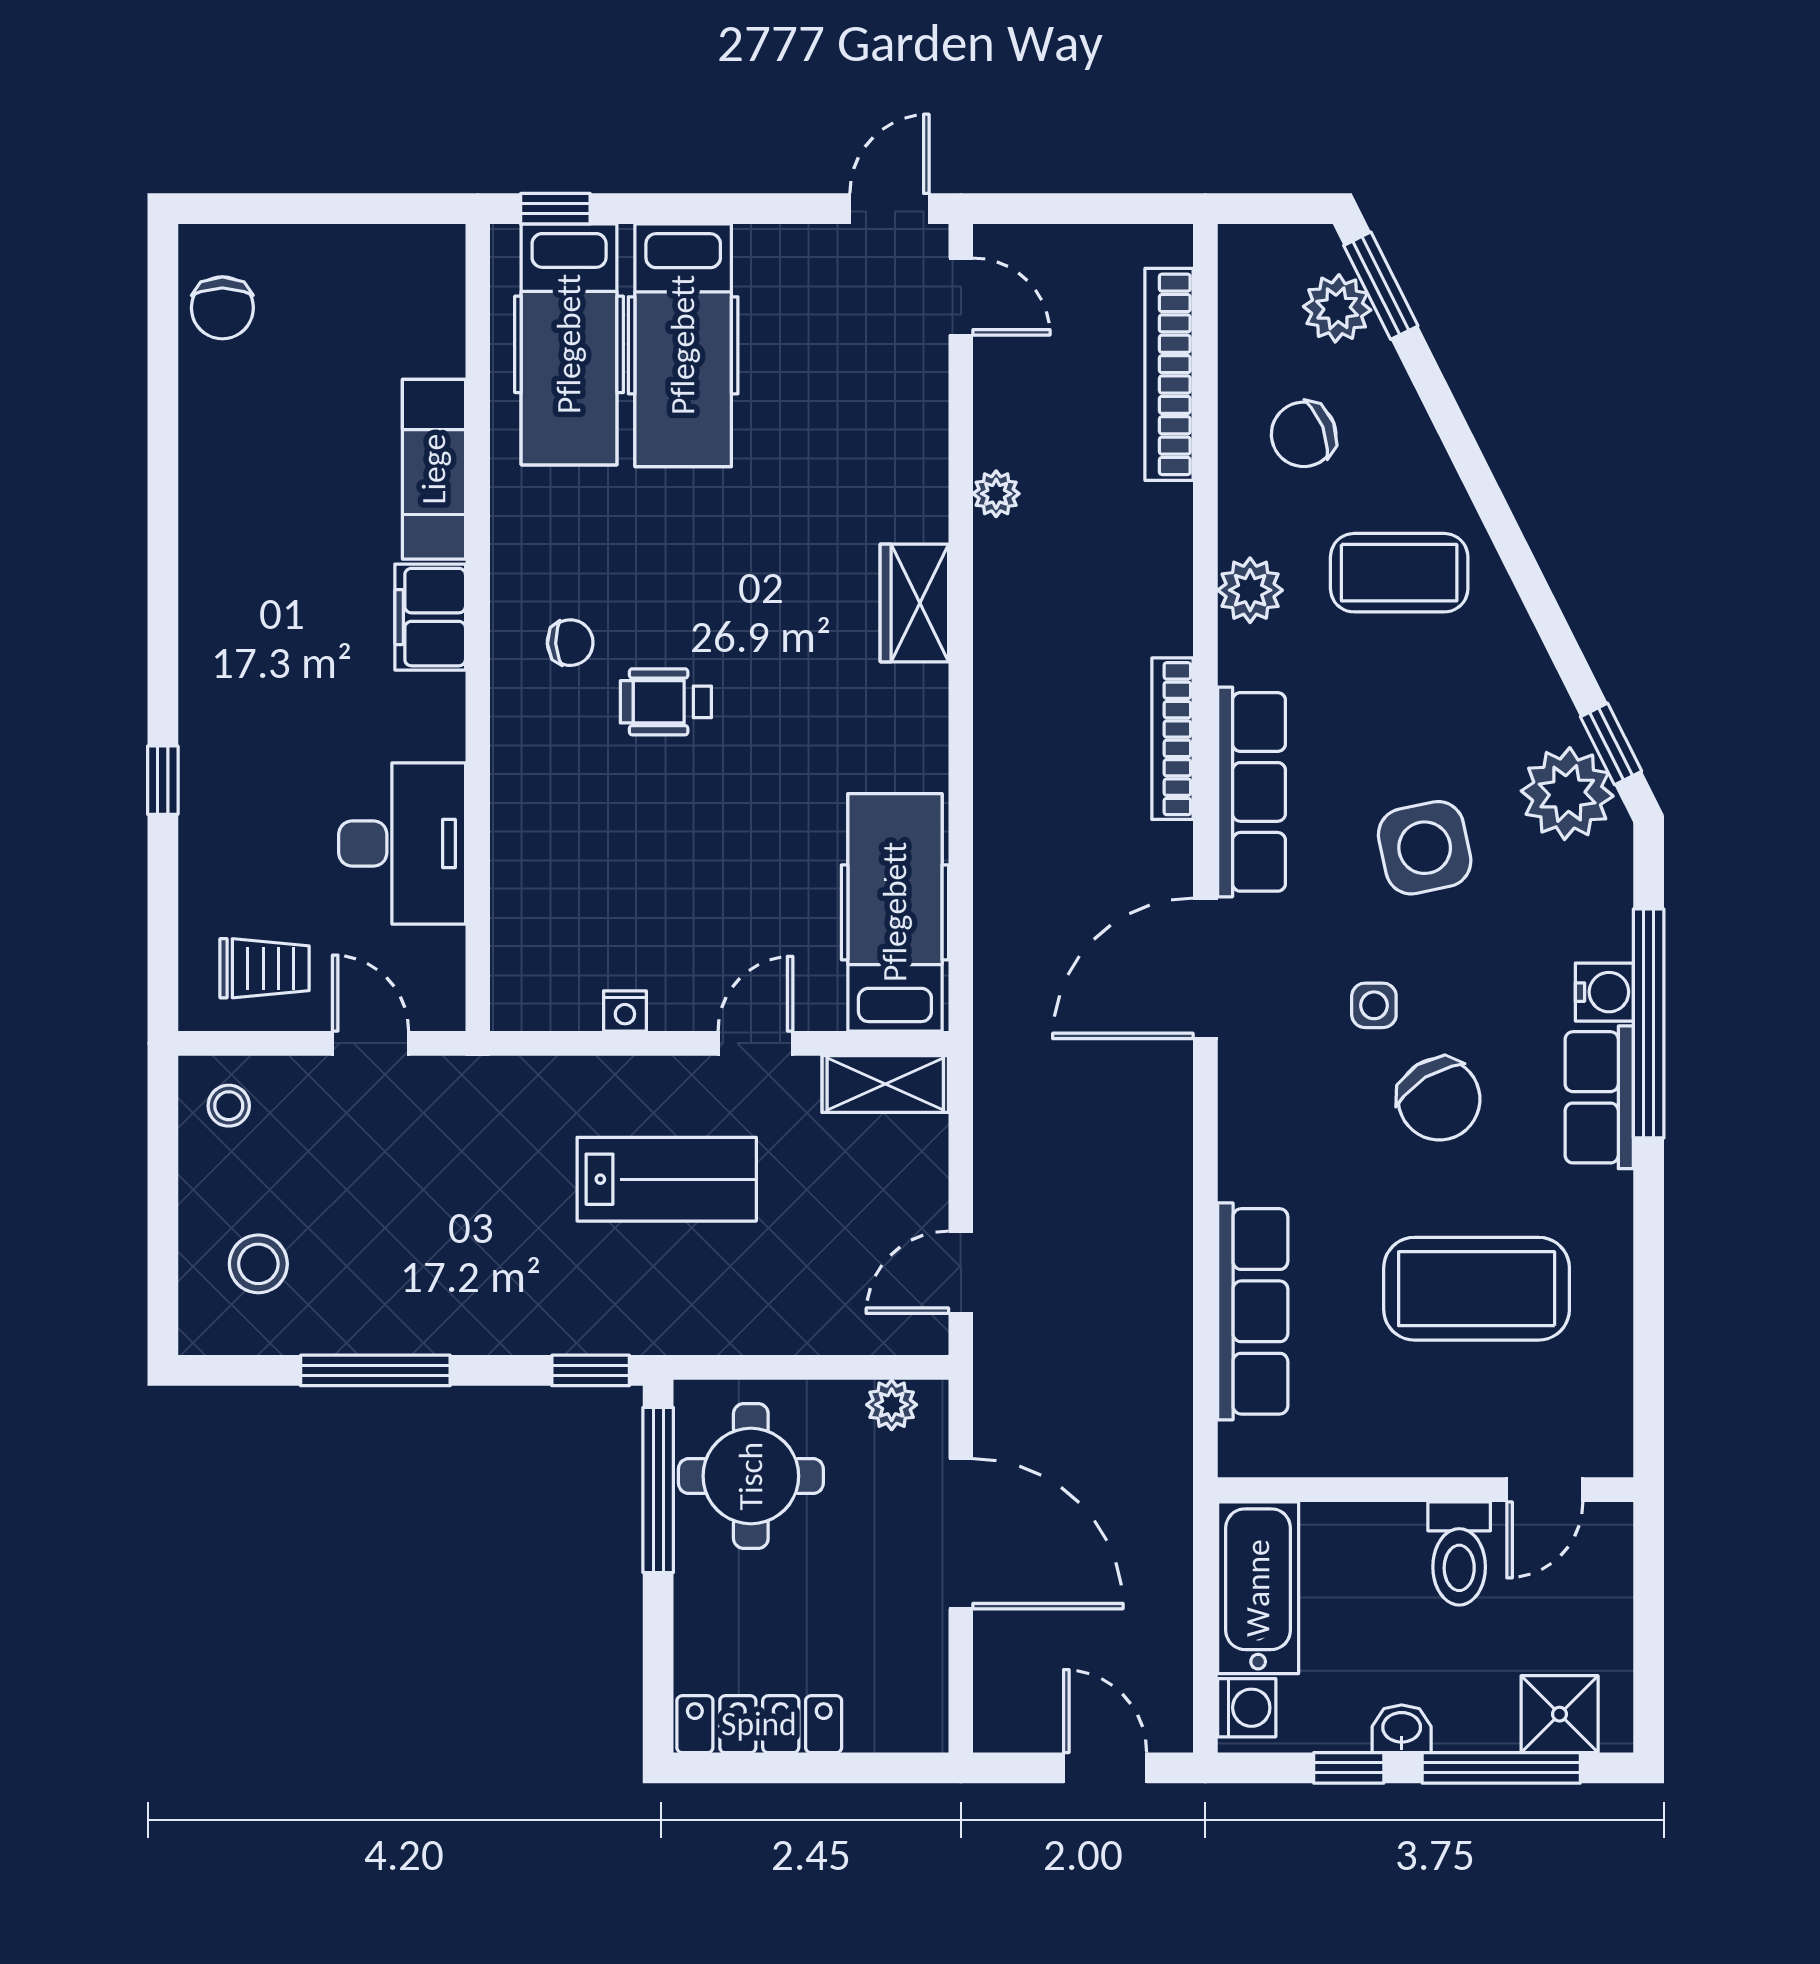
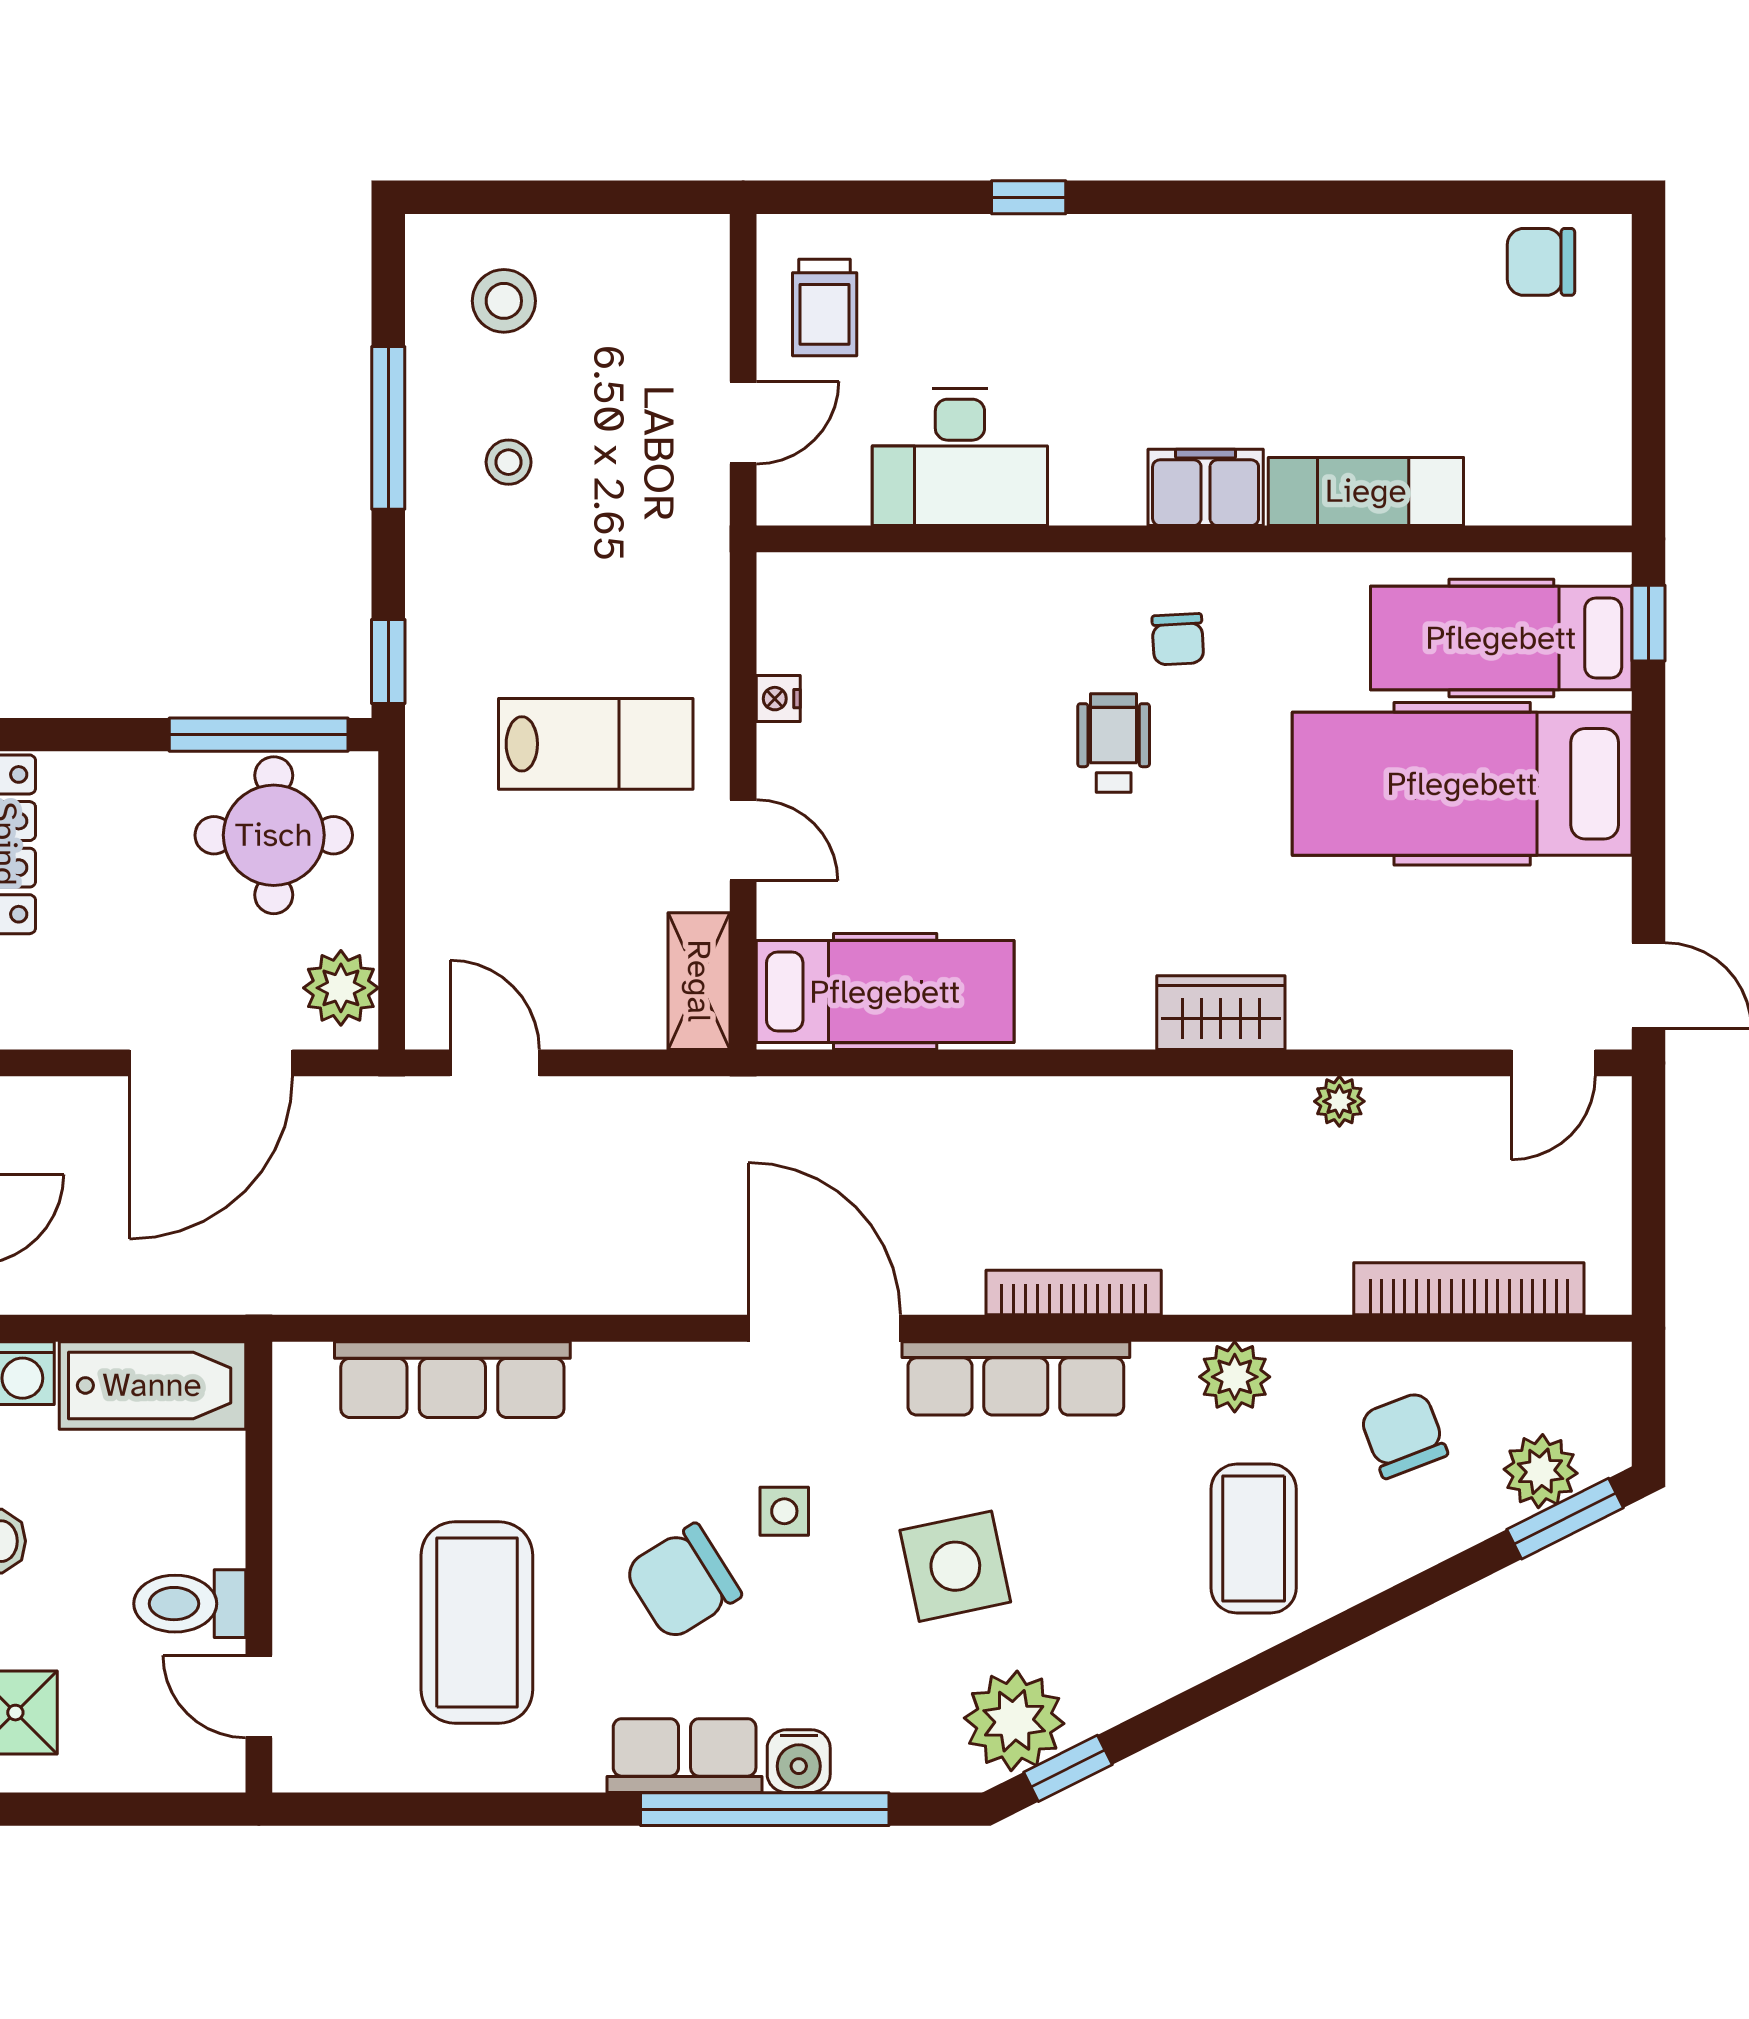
hospital bed: (683, 345) -> (1462, 784), width x1.37, depth x1.29
stool: (229, 1106) -> (509, 462), moved
lab bench: (667, 1179) -> (596, 744), turned -90
plant: (892, 1405) -> (341, 988), width x1.38, depth x1.38

